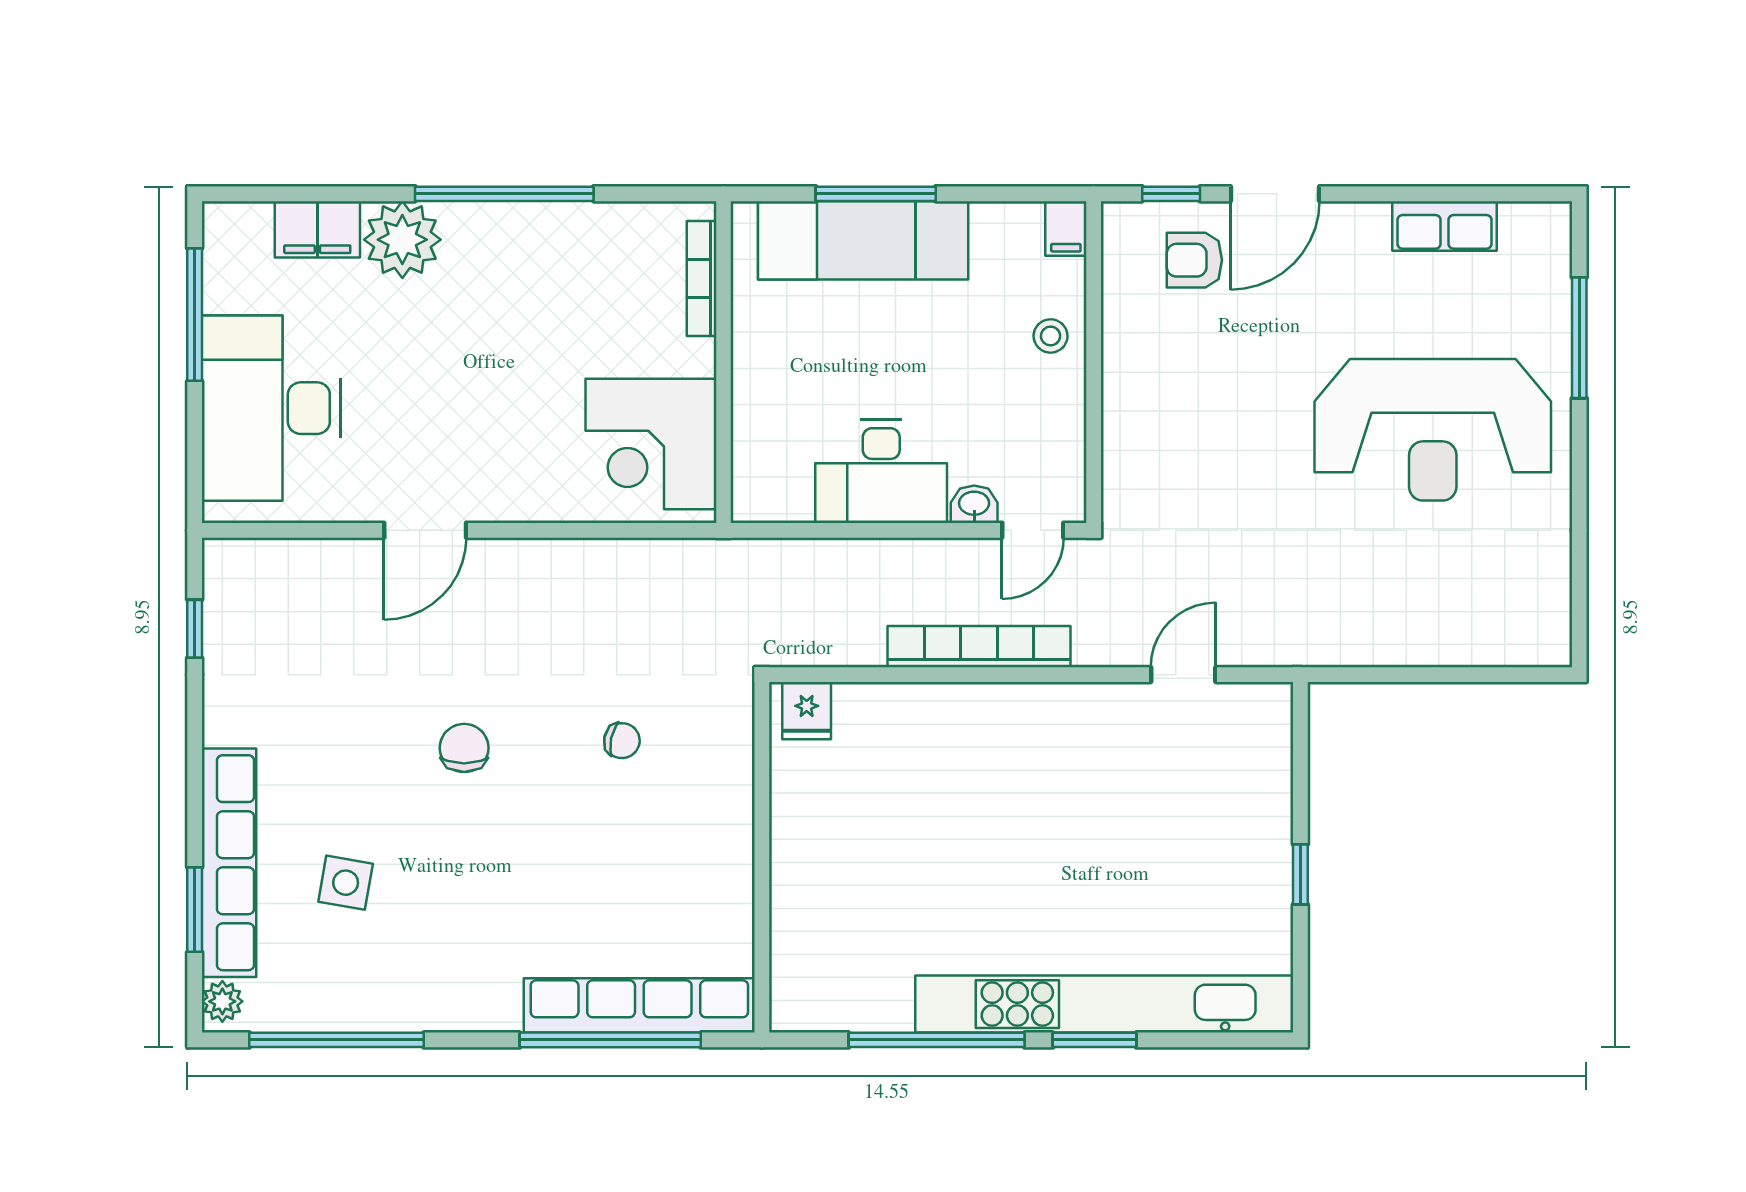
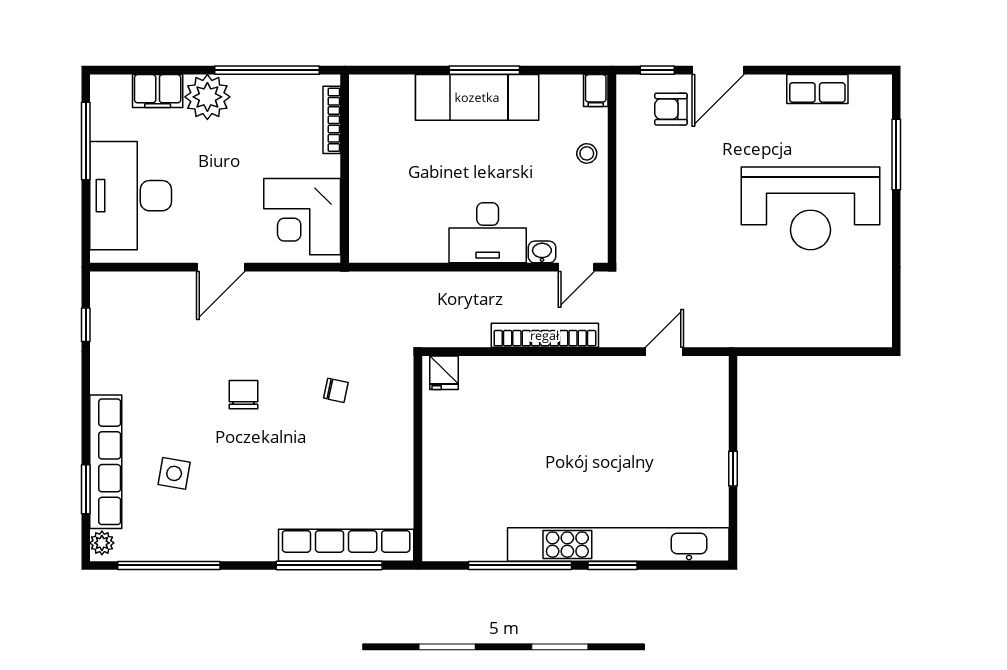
bookcase: (702, 279) -> (332, 120), moved
wall: (723, 362) -> (345, 169), moved
corner desk: (651, 444) -> (302, 217), moved

